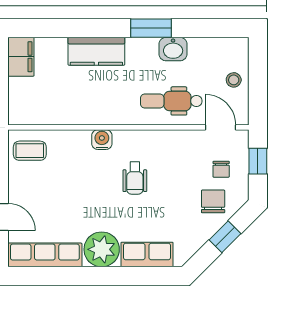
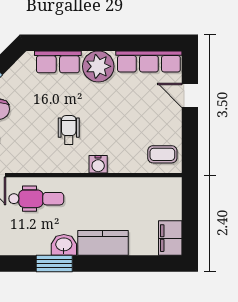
washbasin: (173, 49) -> (64, 245), moved

